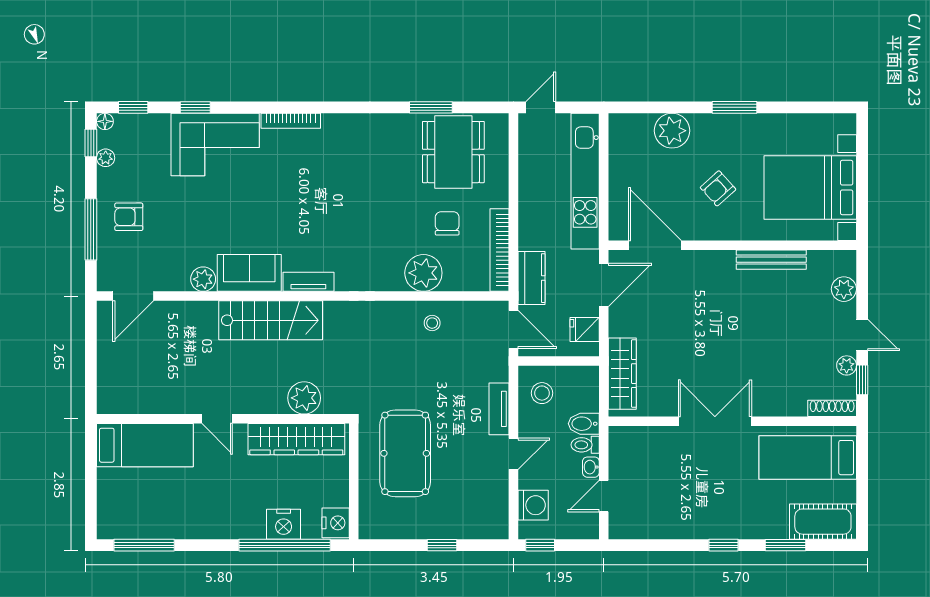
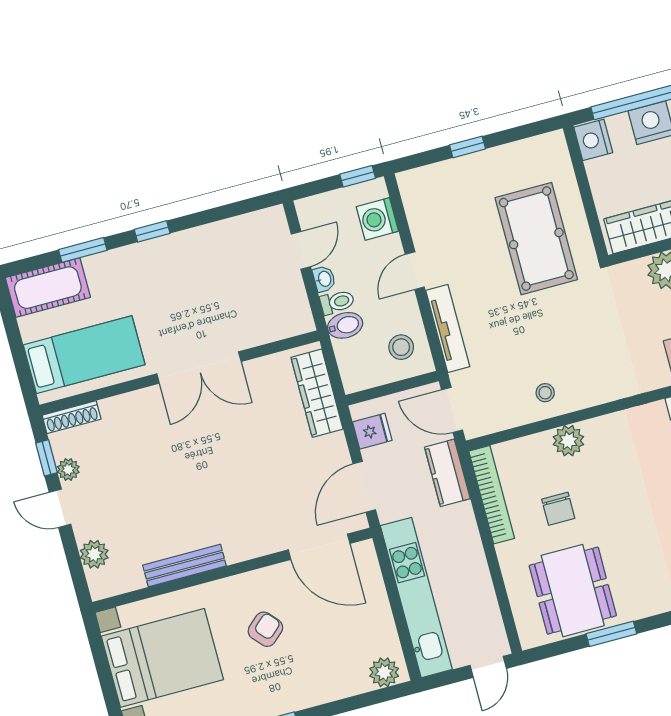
plant: (672, 131) -> (384, 672), moved, width x0.73, depth x0.73
plant: (423, 273) -> (568, 441), width x0.73, depth x0.73
tv unit: (499, 409) -> (448, 329), width x1.41

